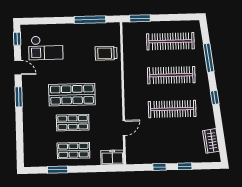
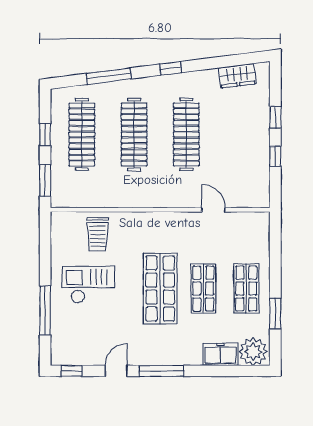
window: (170, 18) -> (45, 135), added
window: (90, 20) -> (45, 310), moved
checkout: (46, 48) -> (88, 285), moved, turned -90
window: (19, 97) -> (161, 371), width x1.44
plant: (33, 156) -> (253, 352), added
freezer: (112, 157) -> (220, 354), moved, turned 90

